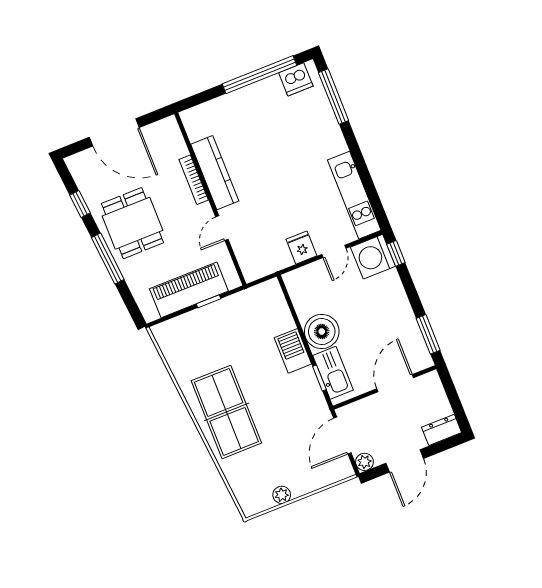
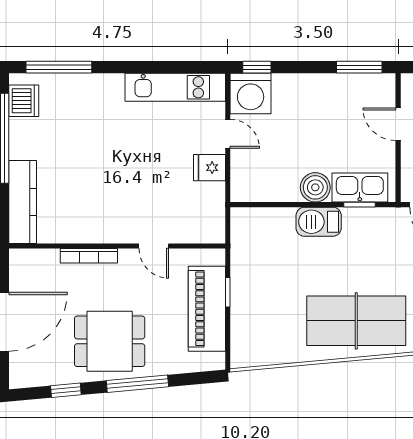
kitchen counter: (215, 173) -> (23, 202), moved, turned 90
boiler: (322, 331) -> (315, 187), width x0.73, depth x0.73
door: (395, 383) -> (398, 124), width x0.73

